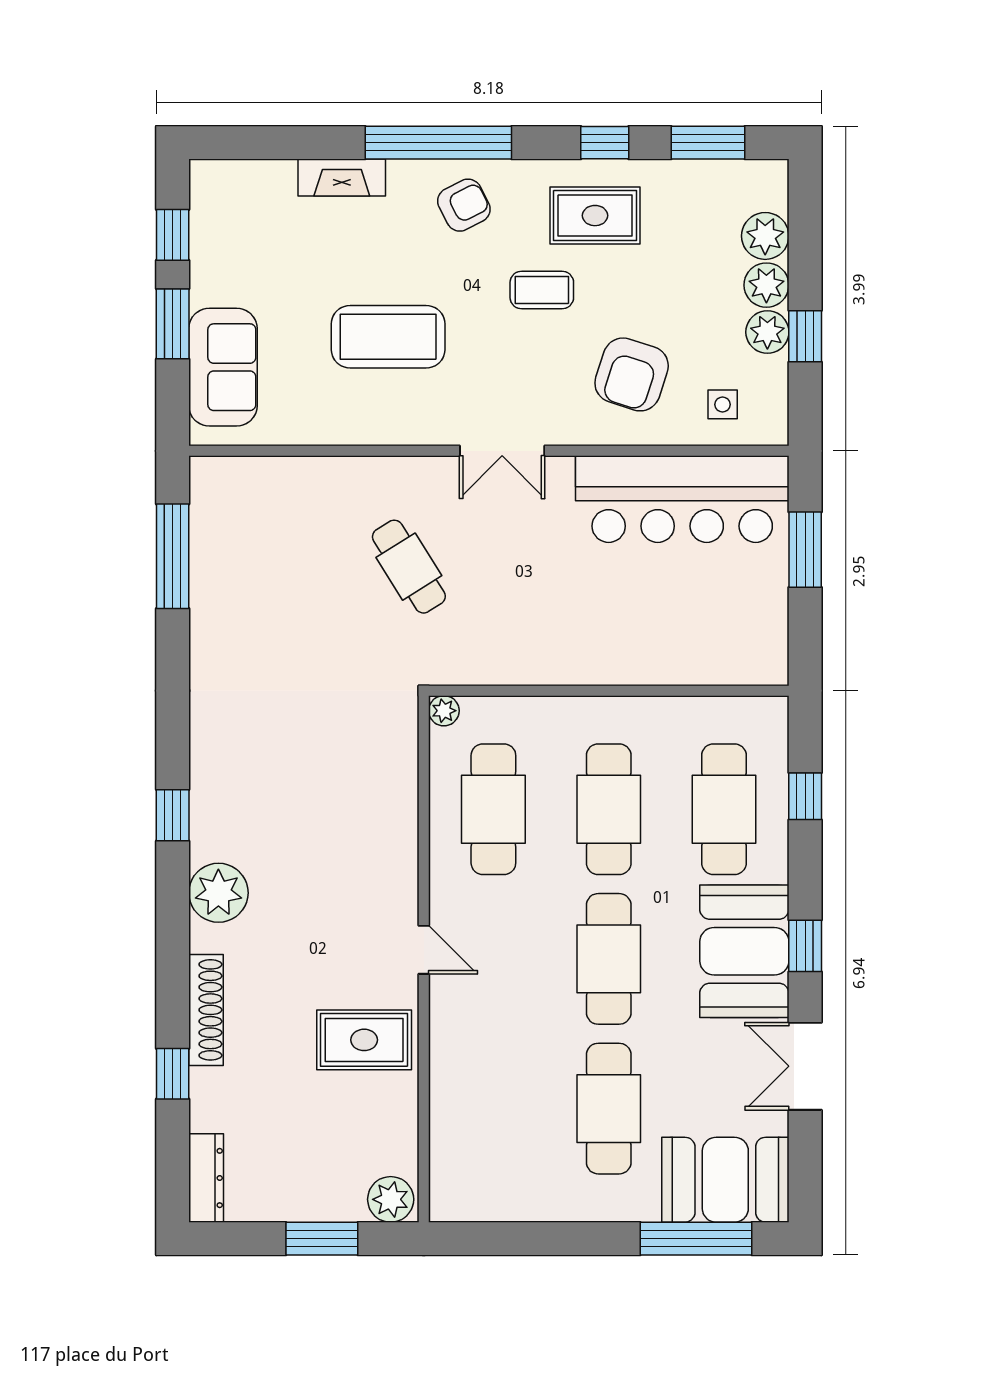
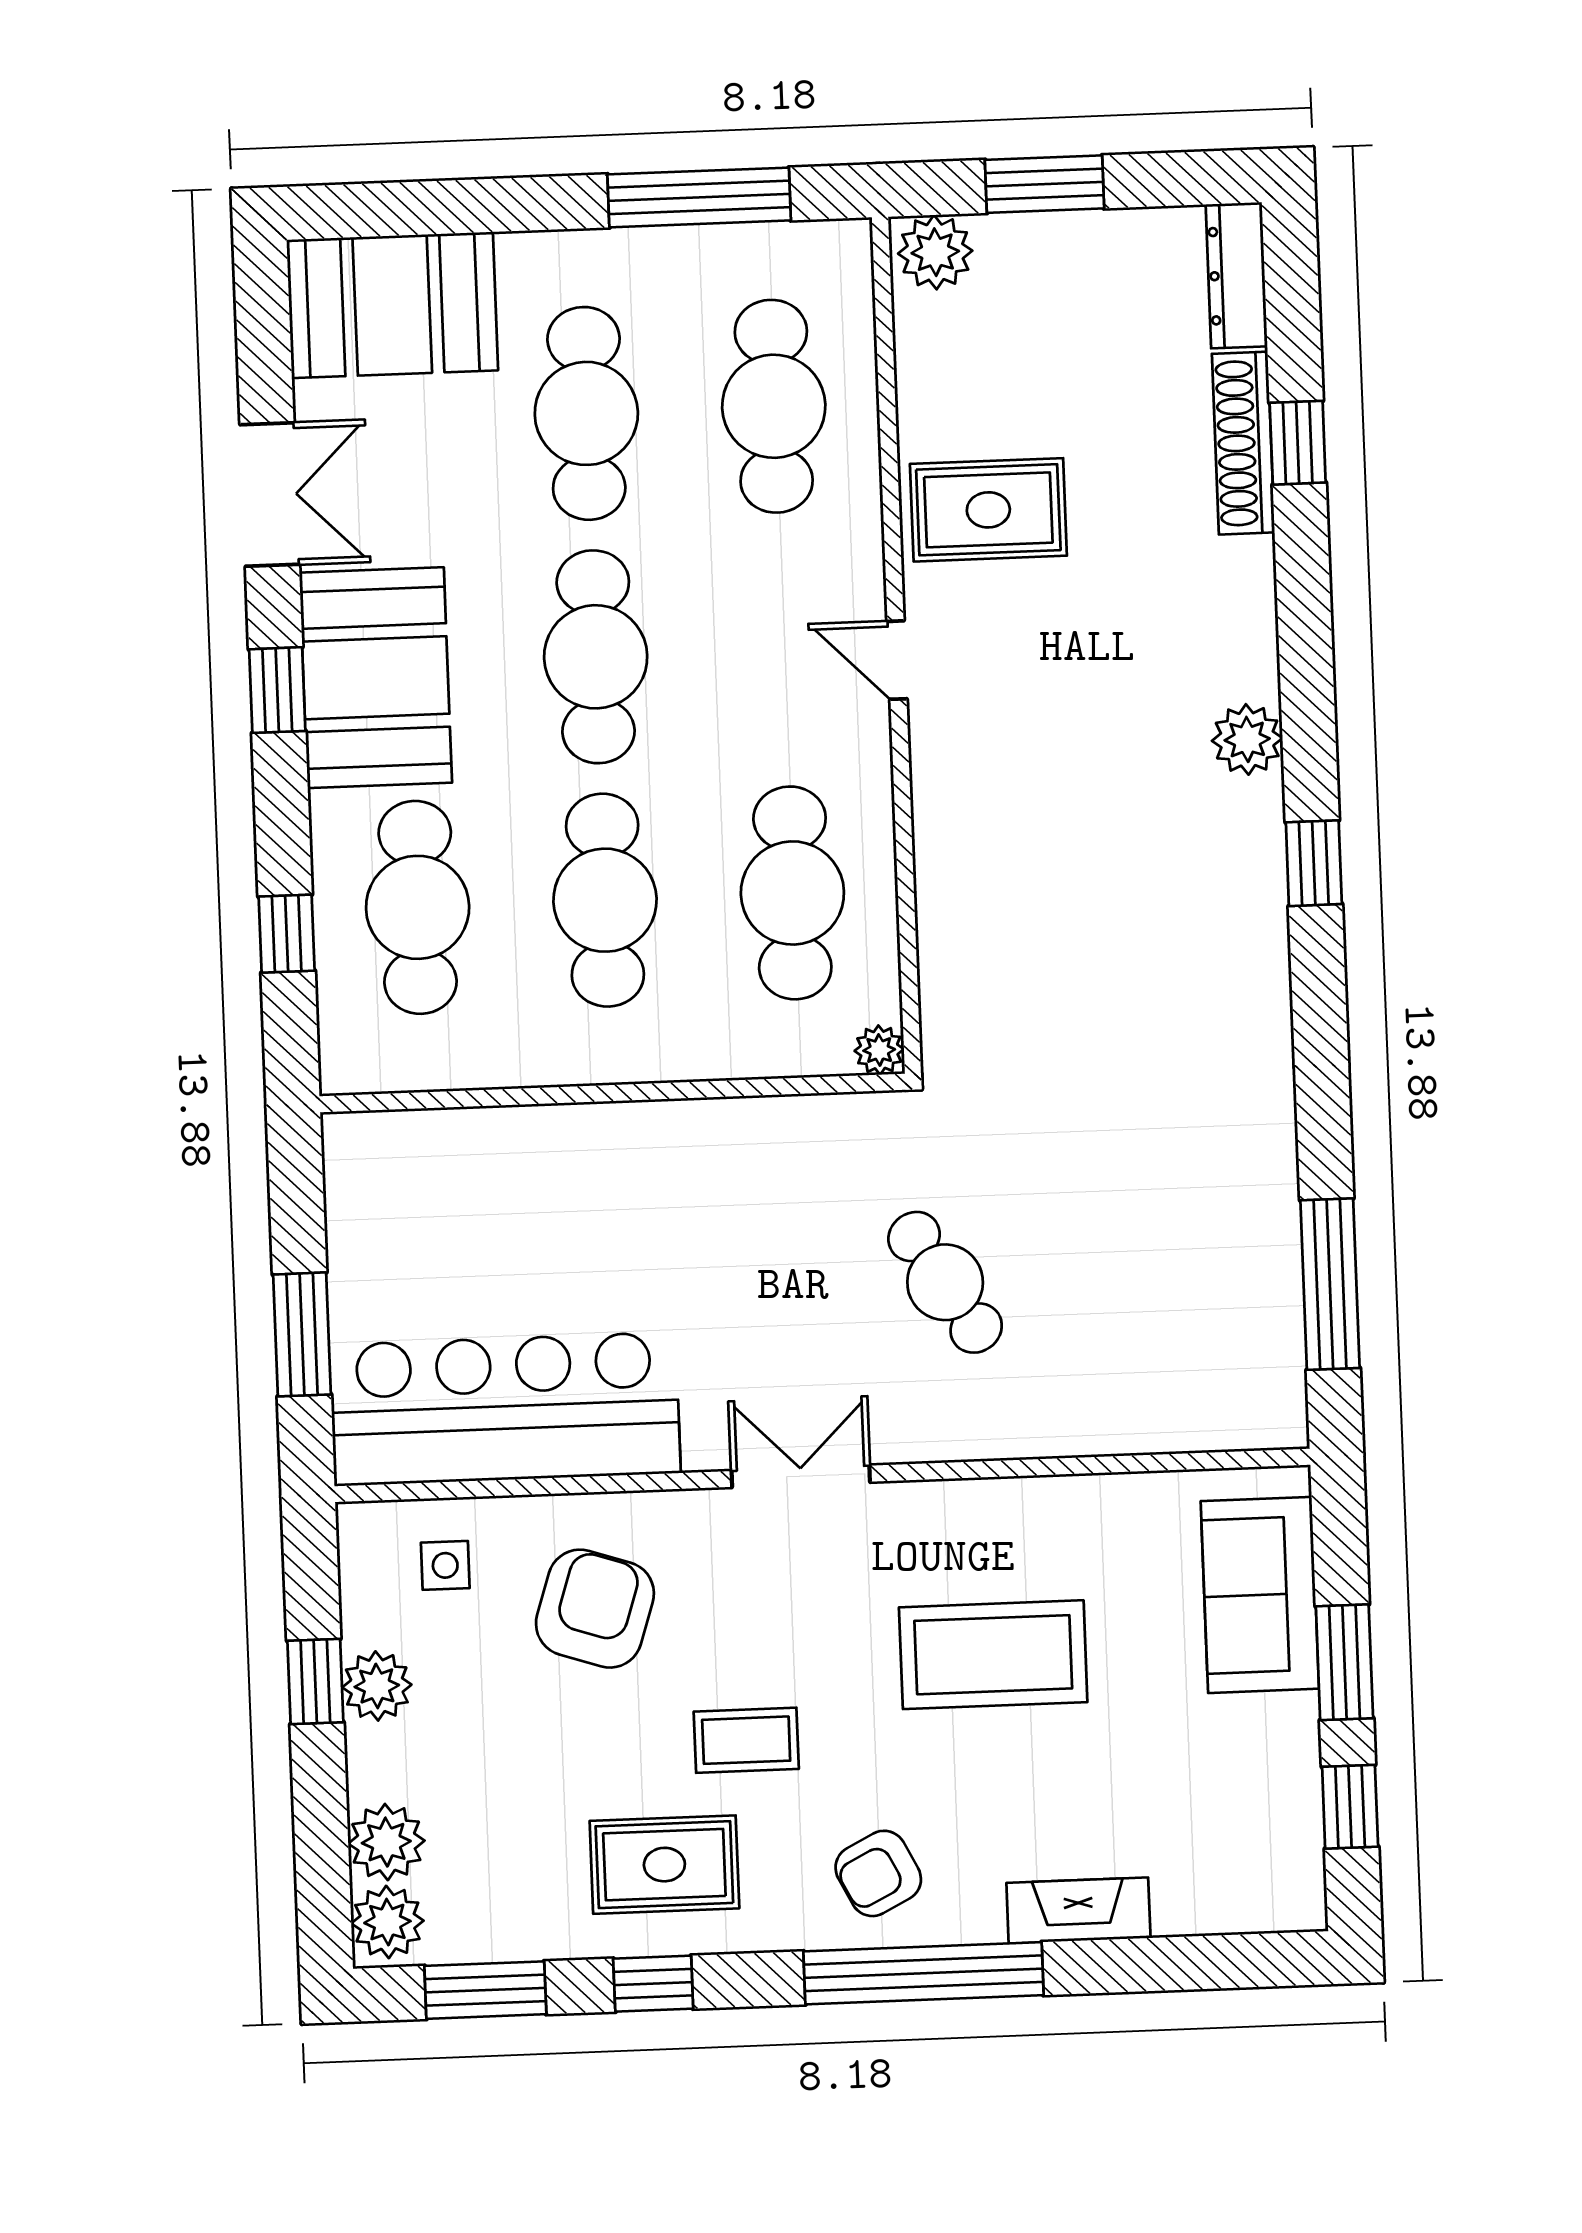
plant: (766, 285) -> (387, 1922), moved
plant: (218, 893) -> (1247, 739), width x0.73, depth x0.73
shoe rack: (206, 1010) -> (1243, 443), moved
cafe table: (493, 1109) -> (774, 406), added
window: (696, 1239) -> (699, 197), moved

